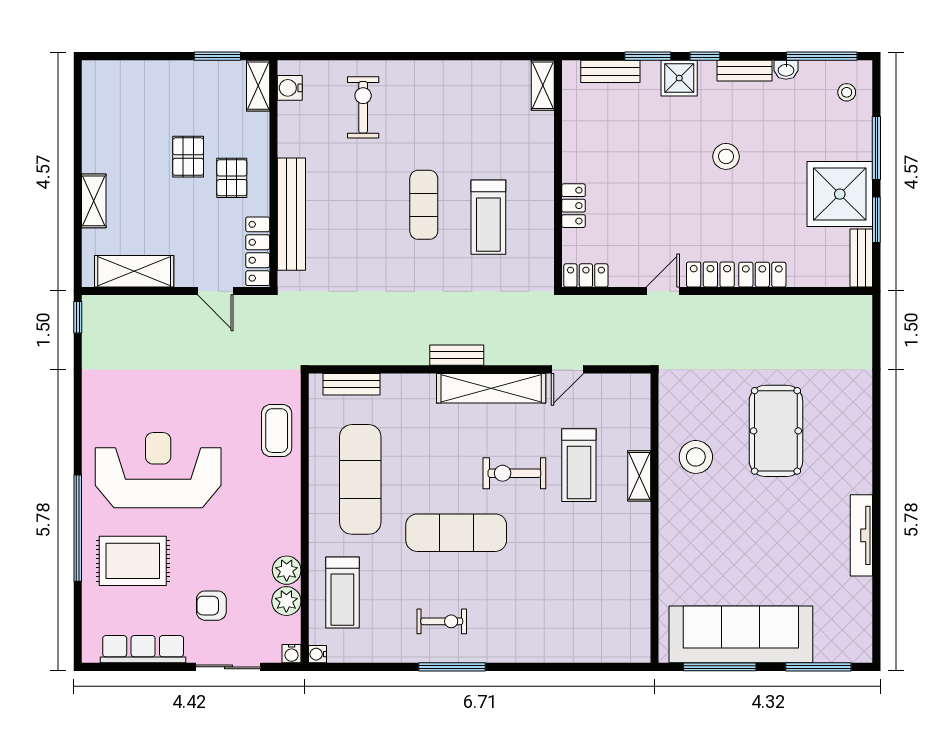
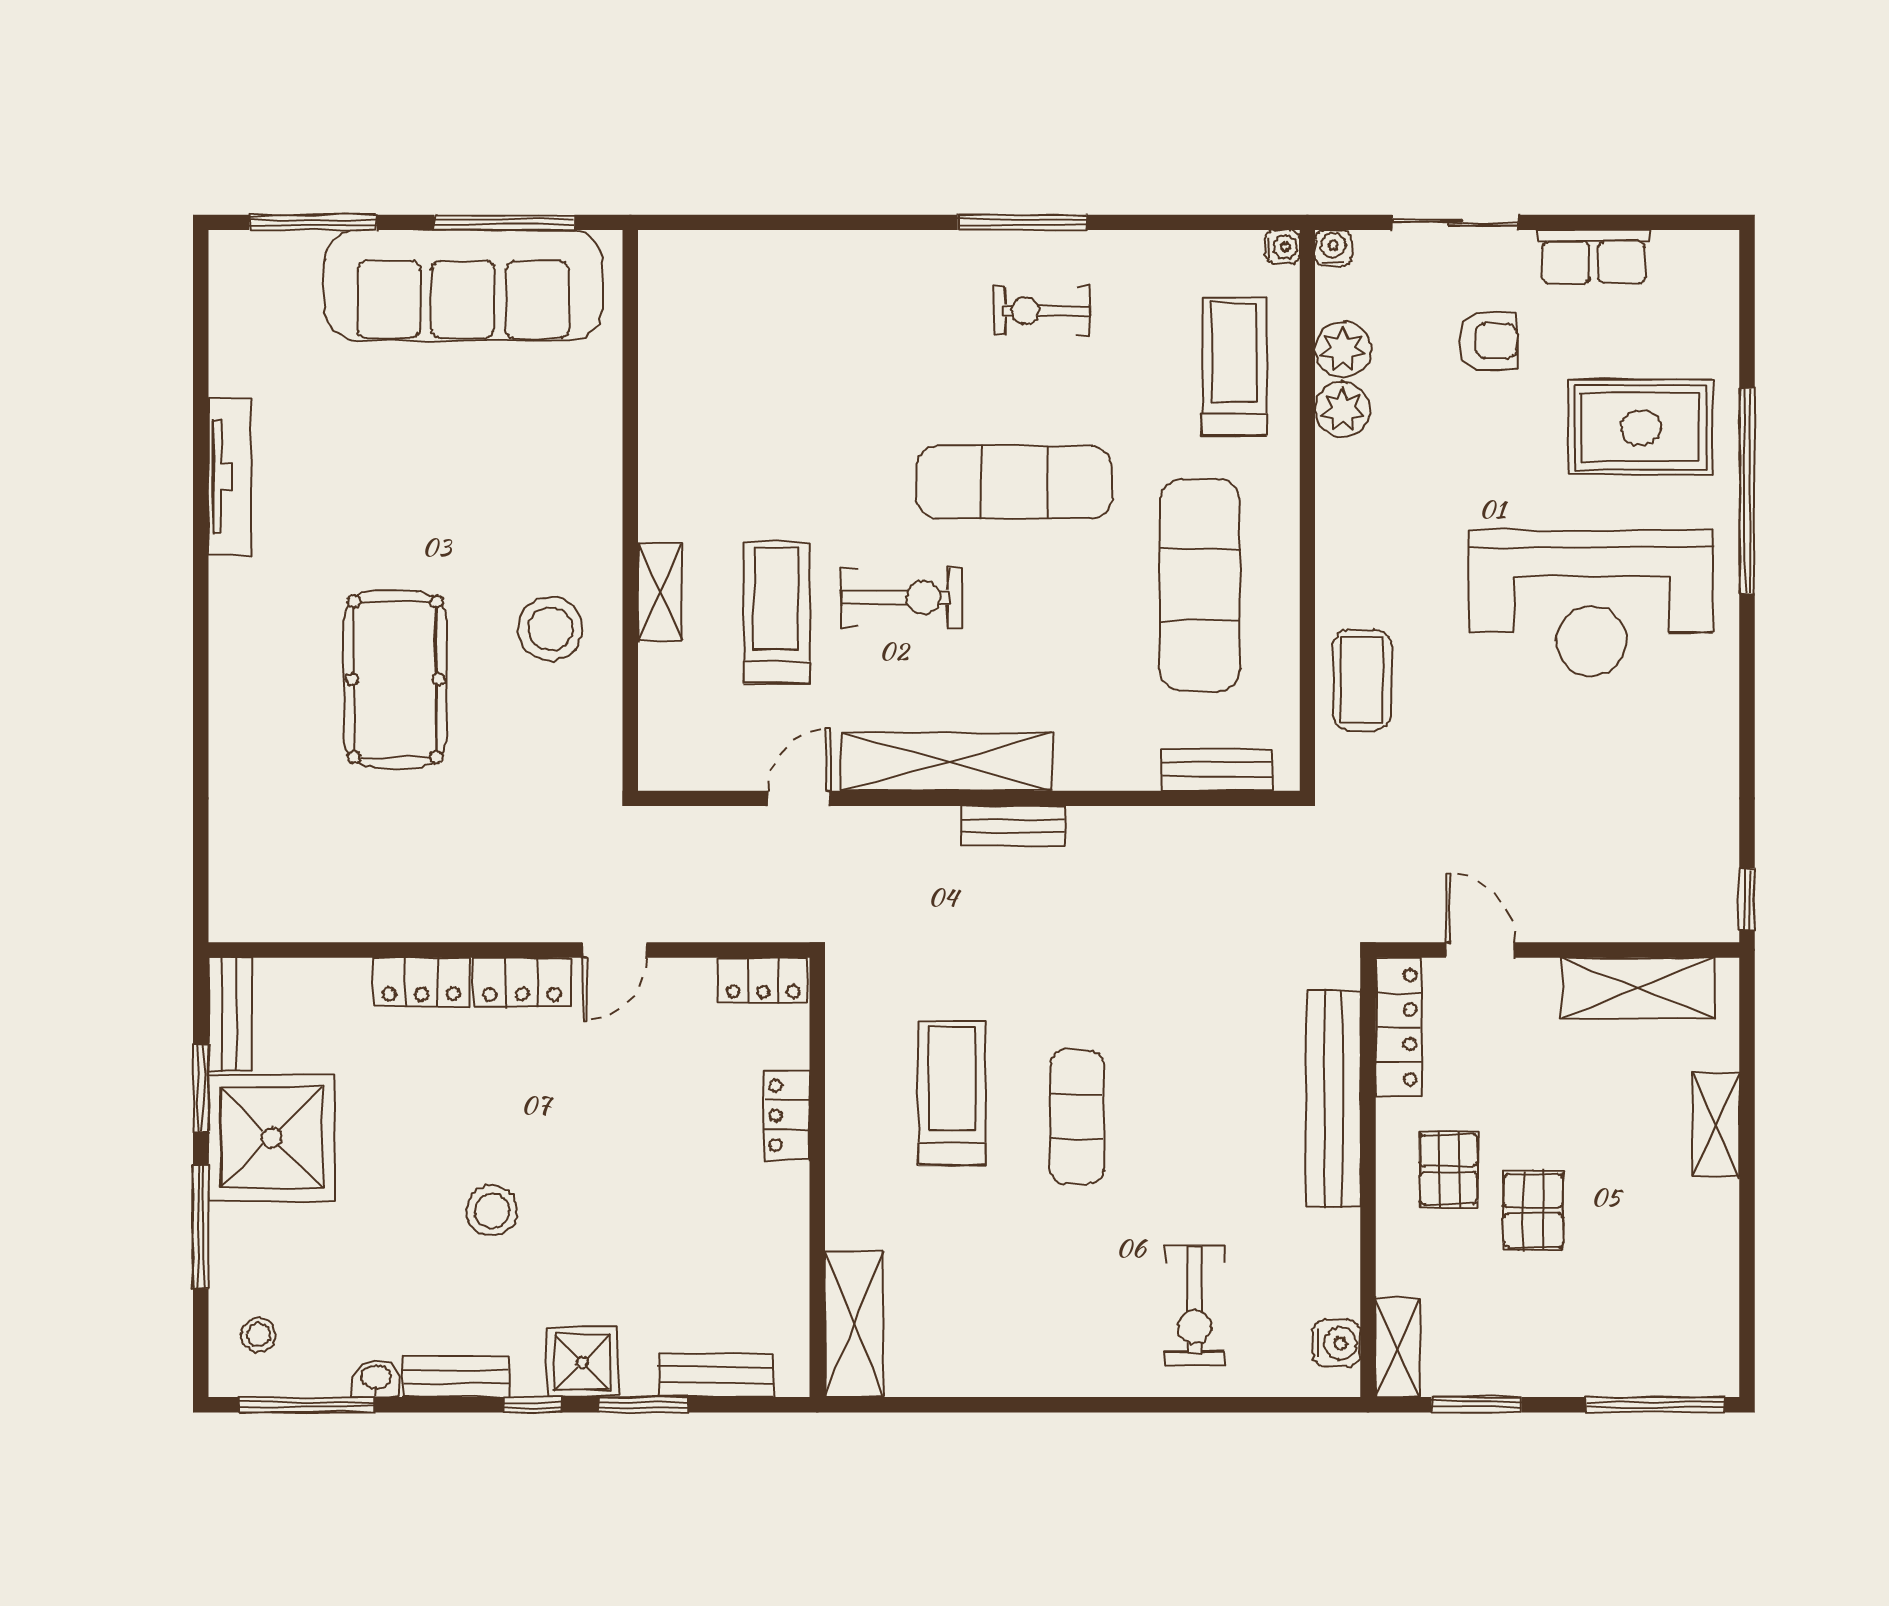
window: (125, 56) -> (1655, 1405), added
shelving: (543, 85) -> (854, 1324), width x1.50, depth x1.33
row of seats: (143, 649) -> (1594, 257), width x0.68

